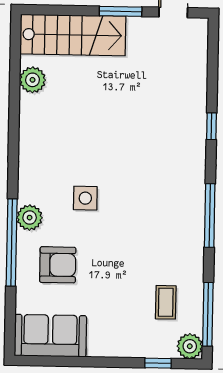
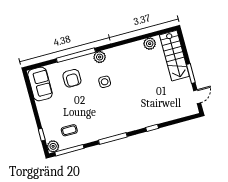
plant: (30, 218) -> (100, 57), moved

